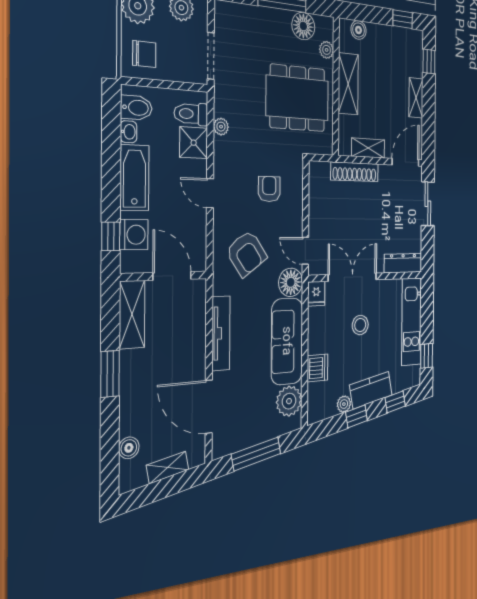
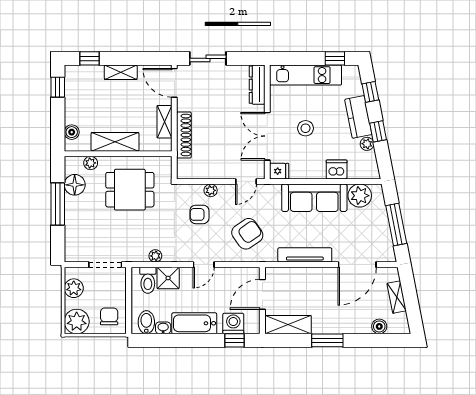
dining table: (298, 98) -> (130, 190), width x0.73
plant: (296, 204) -> (211, 190), added
floor lamp: (291, 282) -> (270, 195), removed

